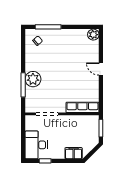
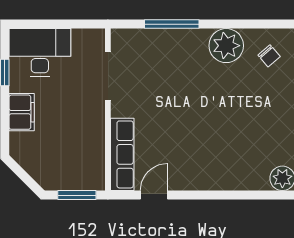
door: (101, 69) -> (154, 195), moved
plant: (33, 79) -> (226, 46), moved
filing cabinet: (74, 153) -> (22, 112), moved

